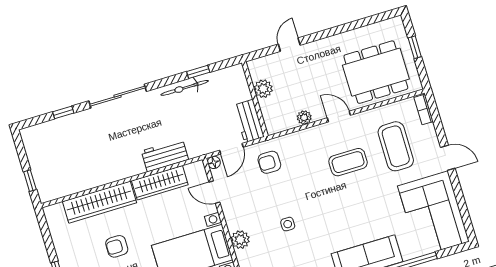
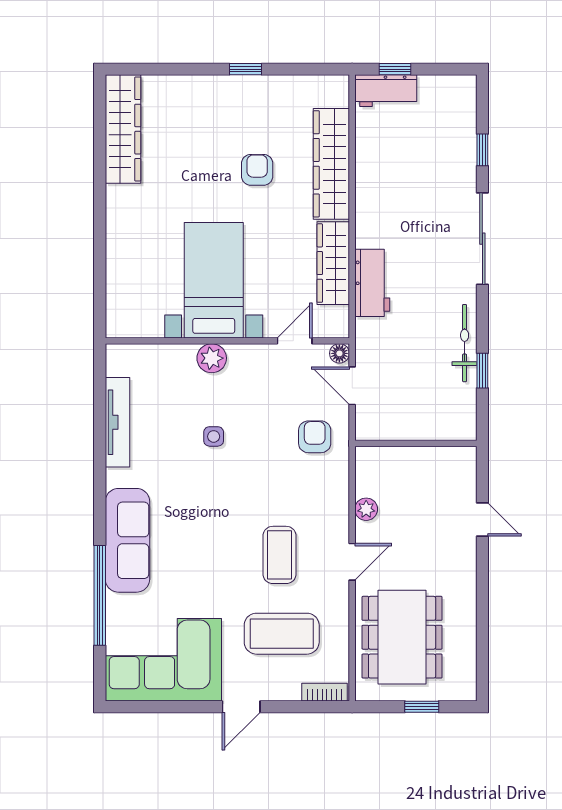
plant: (263, 89) -> (428, 461), removed
workbench: (249, 121) -> (386, 91), moved, turned 180

